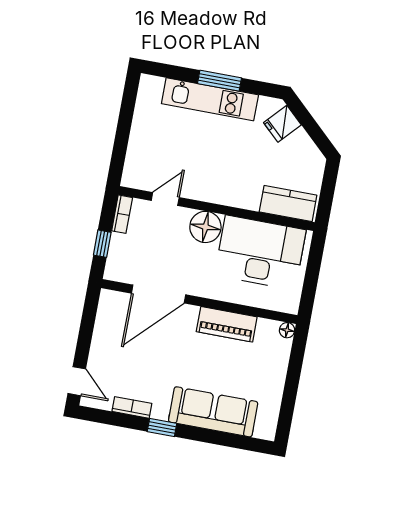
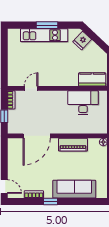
floor lamp: (205, 227) -> (54, 99), removed
desk: (260, 253) -> (83, 103), width x0.73, depth x0.77

